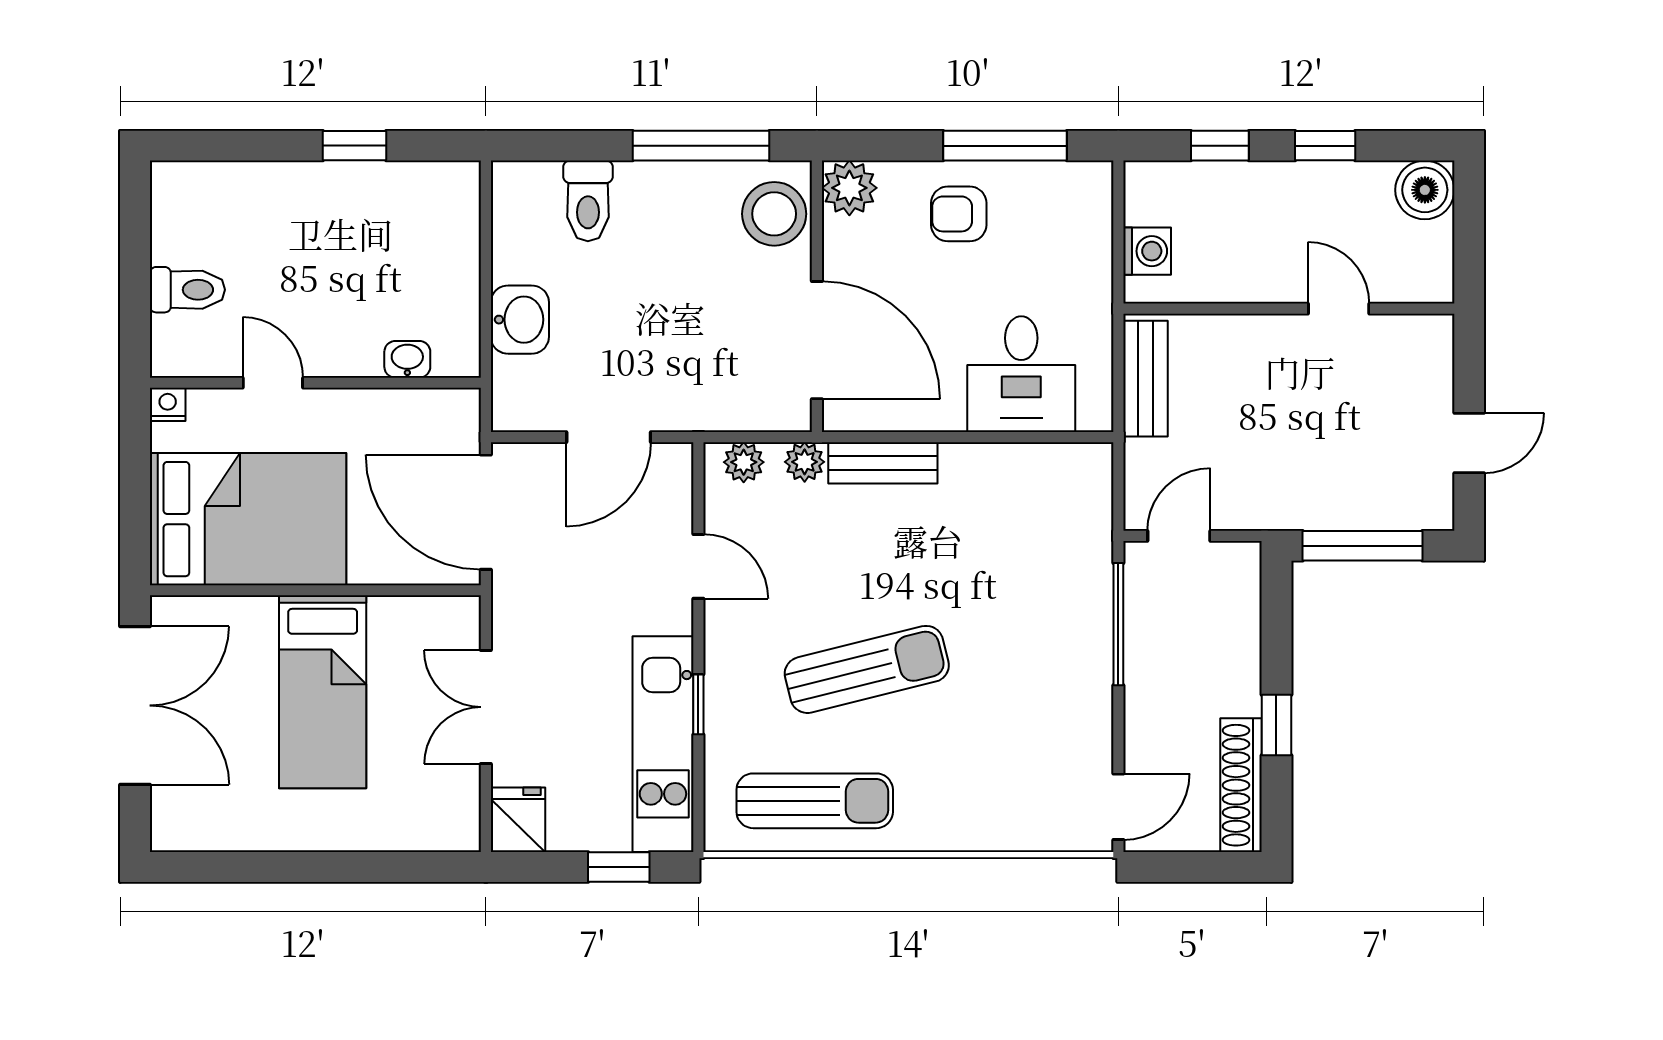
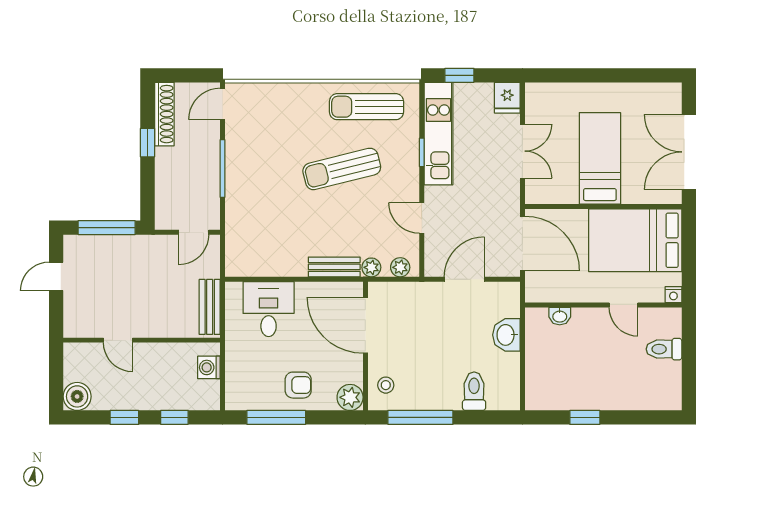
stool: (774, 214) -> (386, 385), width x0.53, depth x0.53
window: (1118, 624) -> (222, 169), moved

